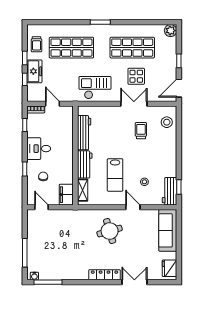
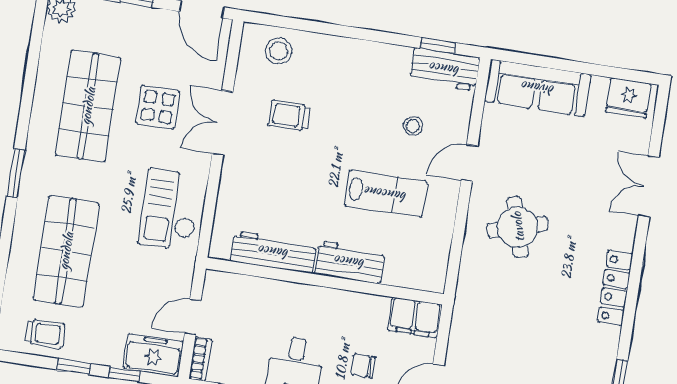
freezer: (34, 71) -> (153, 355), moved
shelving: (83, 190) -> (410, 277), removed
locker: (105, 275) -> (615, 288), moved

